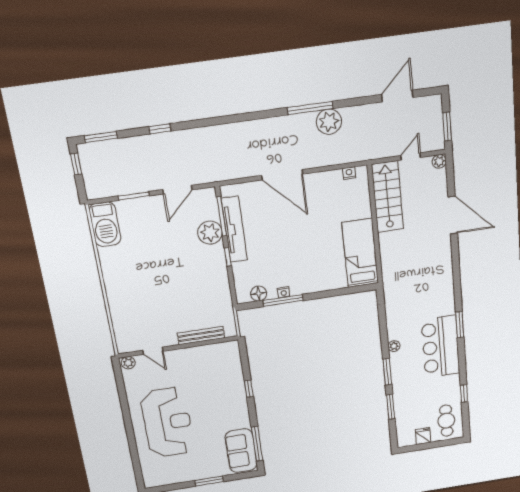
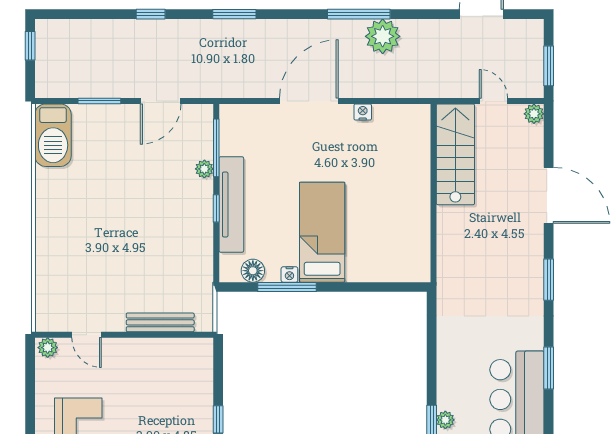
window: (101, 137) -> (234, 14), moved
door: (411, 156) -> (493, 101), hinge flipped
nightstand: (349, 173) -> (363, 112), moved
door: (282, 175) -> (309, 101), swing flipped
tv unit: (234, 229) -> (231, 205), moved
plant: (210, 233) -> (204, 169), width x0.53, depth x0.53
bed: (360, 253) -> (322, 232), moved
window: (456, 270) -> (549, 280), added
plant: (394, 346) -> (445, 420), moved

